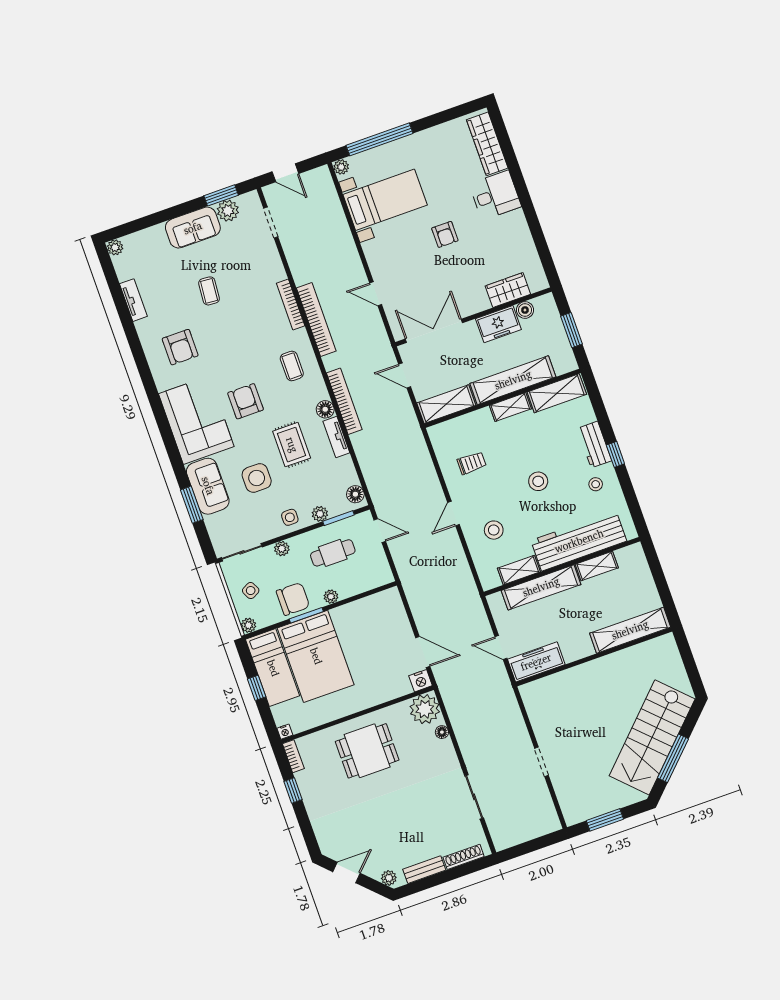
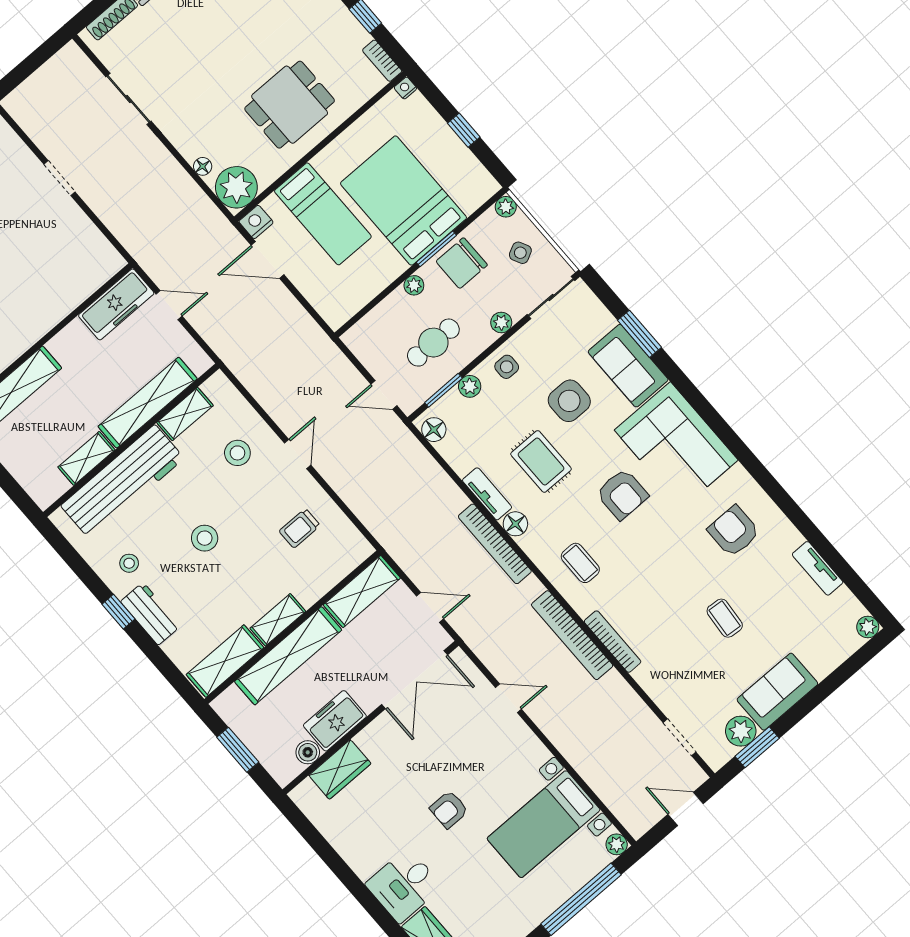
armchair: (445, 234) -> (449, 809), turned -90
bed: (273, 668) -> (323, 214), moved, turned 180

